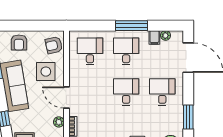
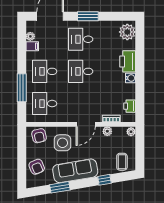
window: (132, 26) -> (22, 88), moved
armchair: (19, 42) -> (37, 167), turned 67
window: (188, 117) -> (88, 16), moved

